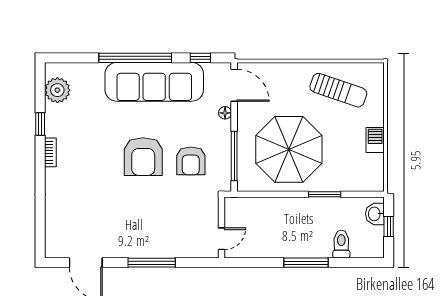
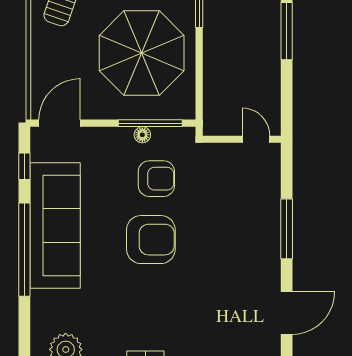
floor lamp: (225, 113) -> (142, 135), moved

